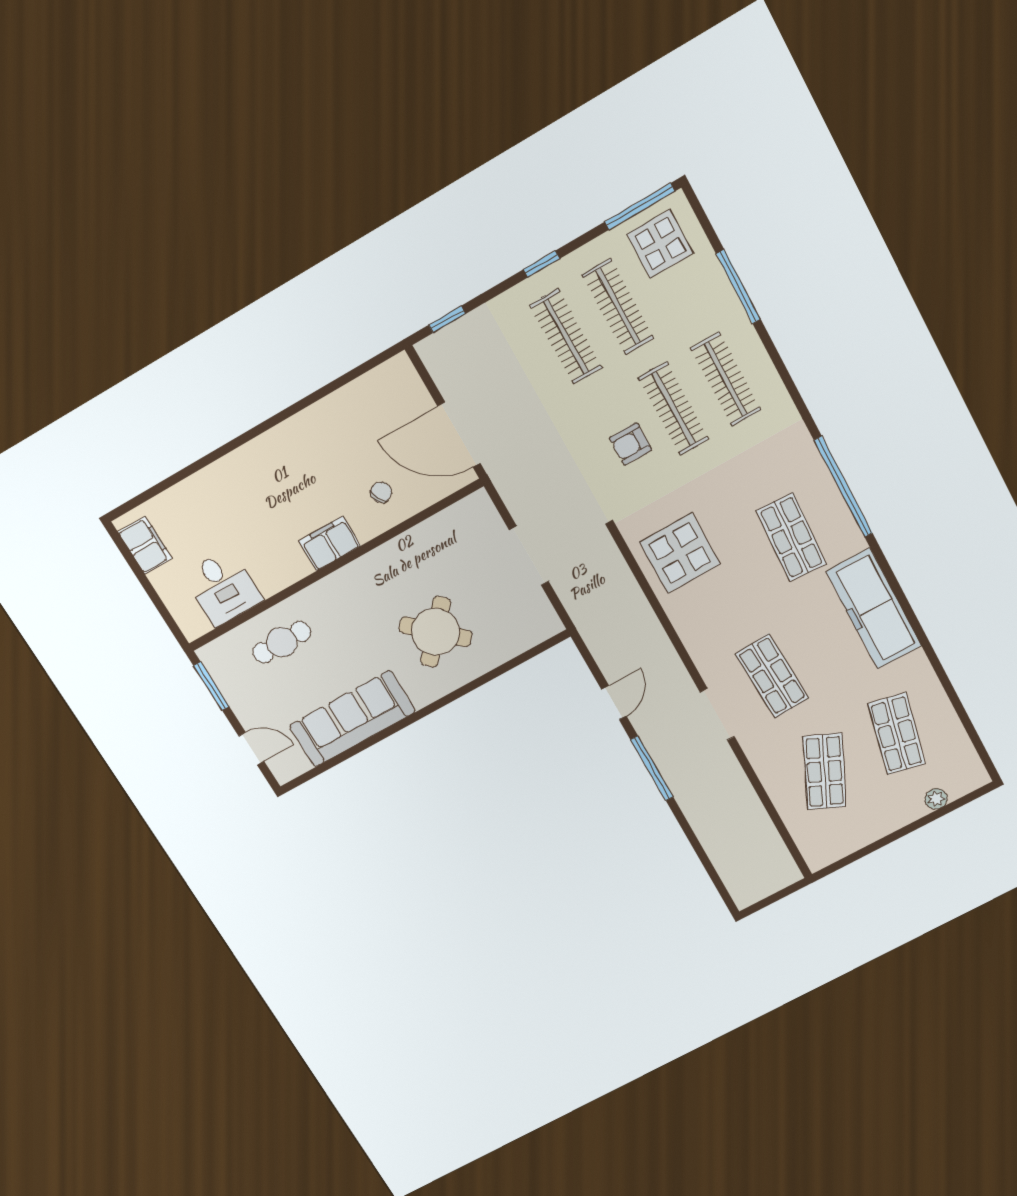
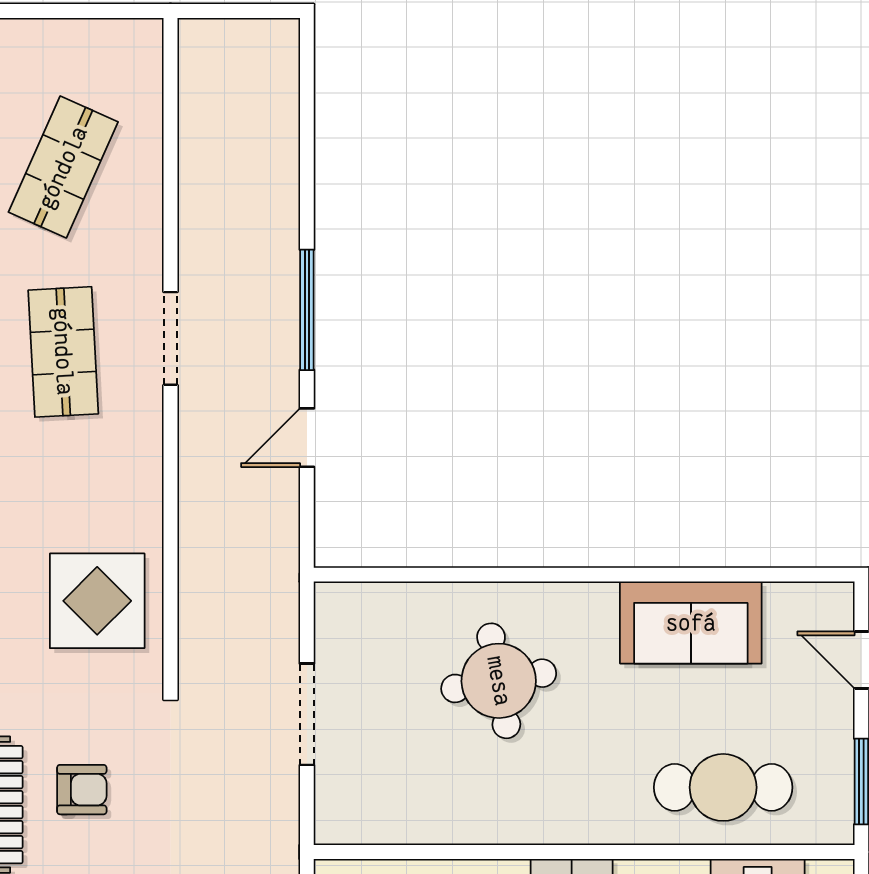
round table: (436, 632) -> (499, 681), turned 38
cafe table: (282, 642) -> (723, 787), width x1.37, depth x1.35
sofa: (352, 719) -> (691, 623), width x0.73

